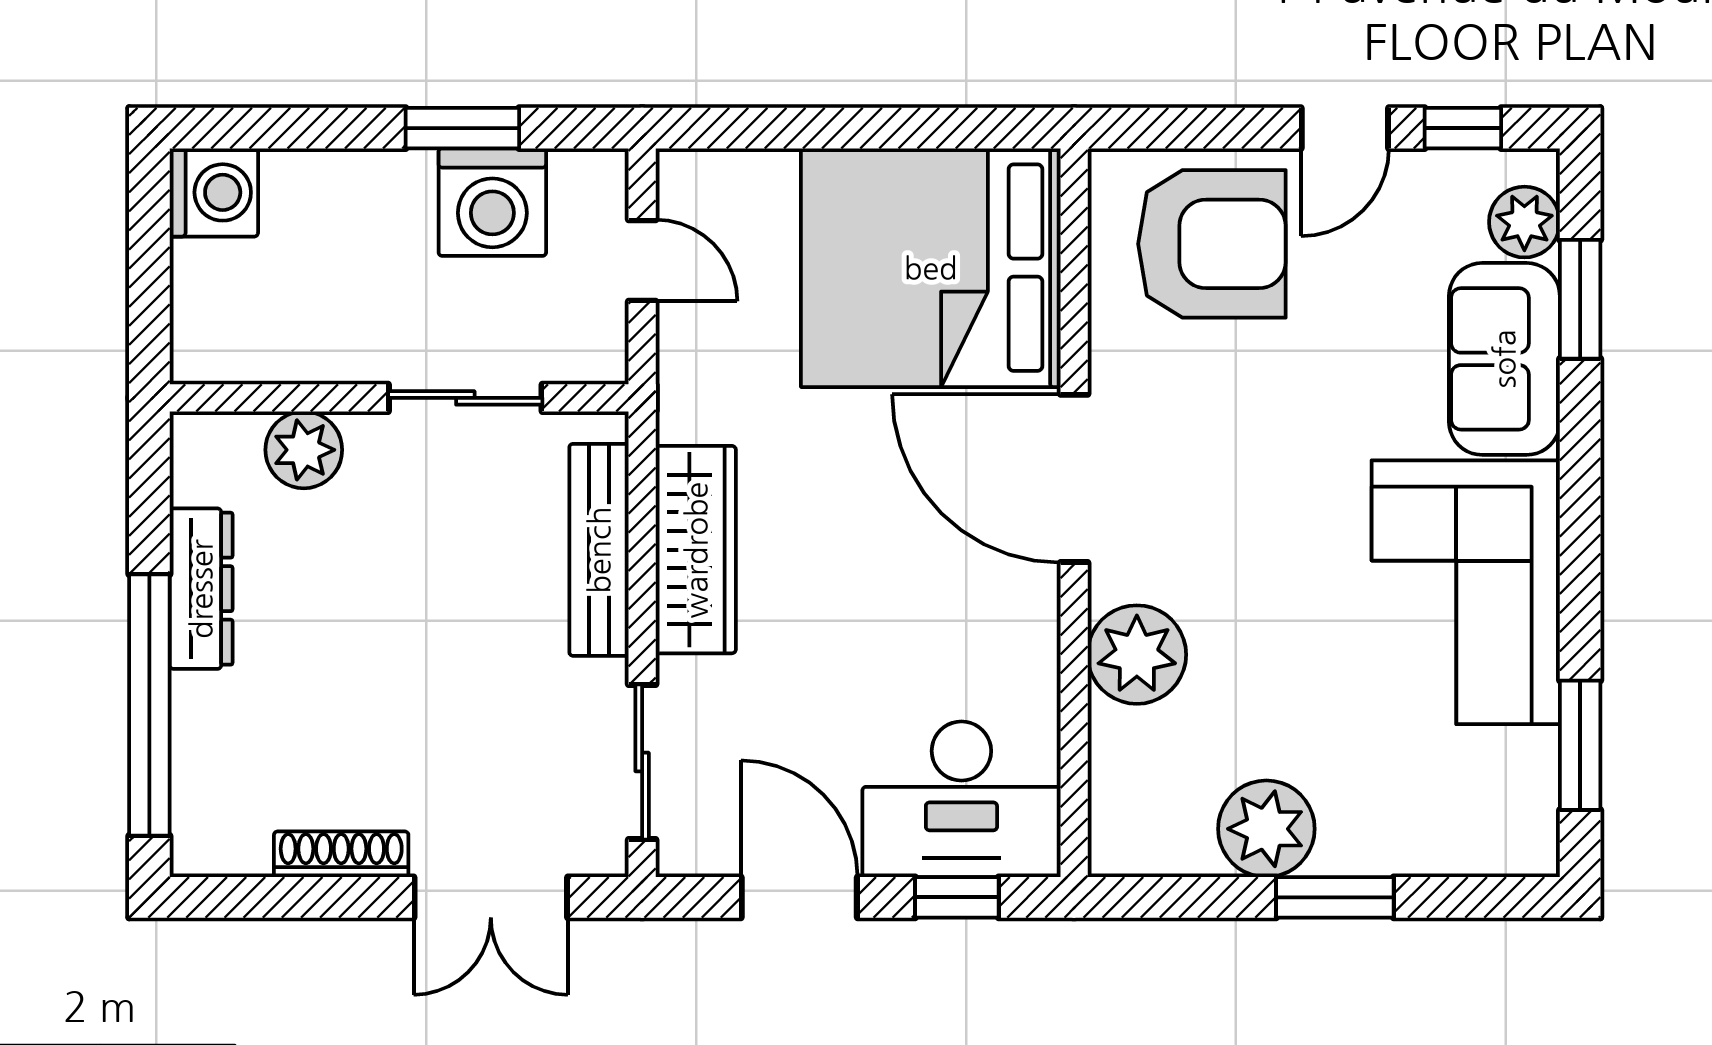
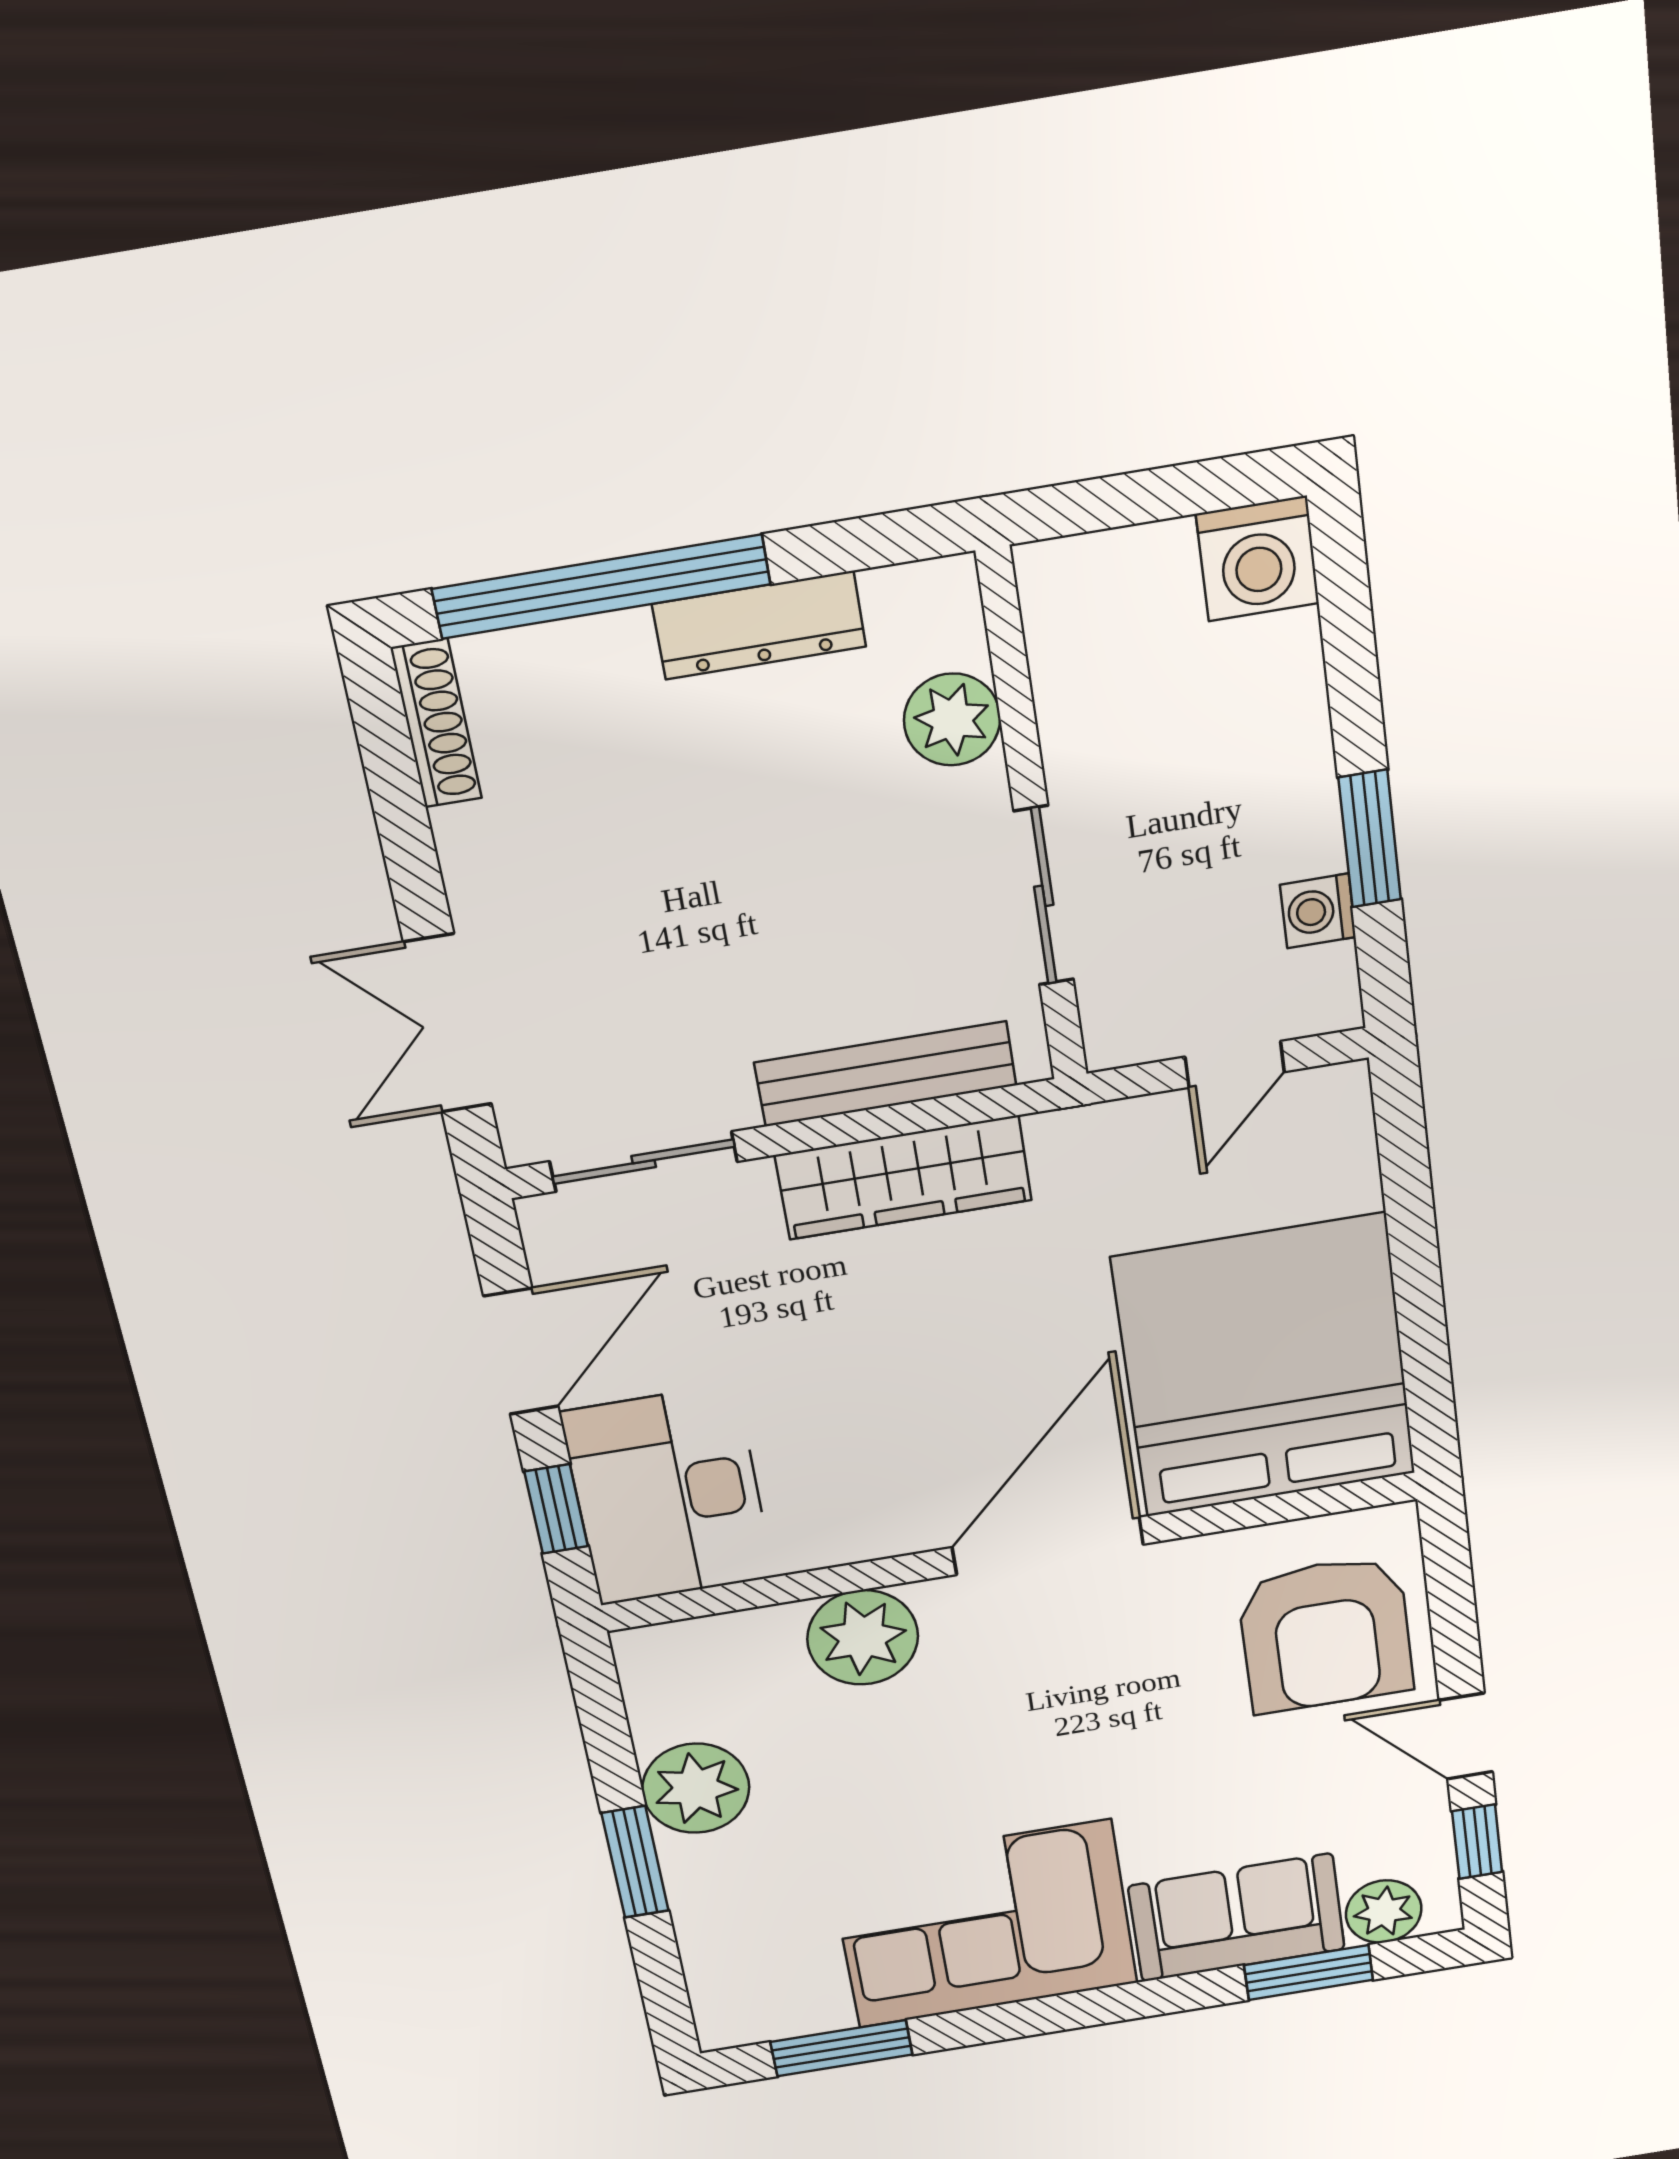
washing machine: (492, 202) -> (1318, 911), width x0.53, depth x0.53
shoe rack: (341, 854) -> (436, 723), moved

